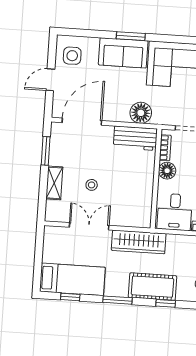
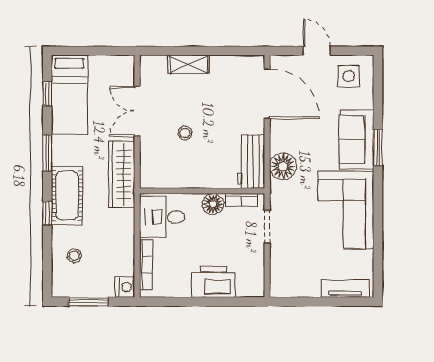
window: (46, 151) -> (228, 51), removed
stool: (92, 185) -> (185, 133), moved
double door: (89, 226) -> (137, 111), swing flipped

